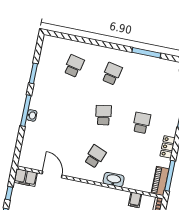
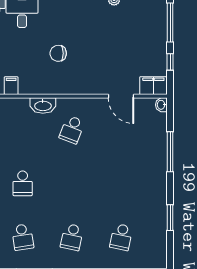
window: (26, 111) -> (170, 152), moved
washbasin: (32, 115) -> (161, 105), moved
school desk: (104, 115) -> (23, 237), moved

